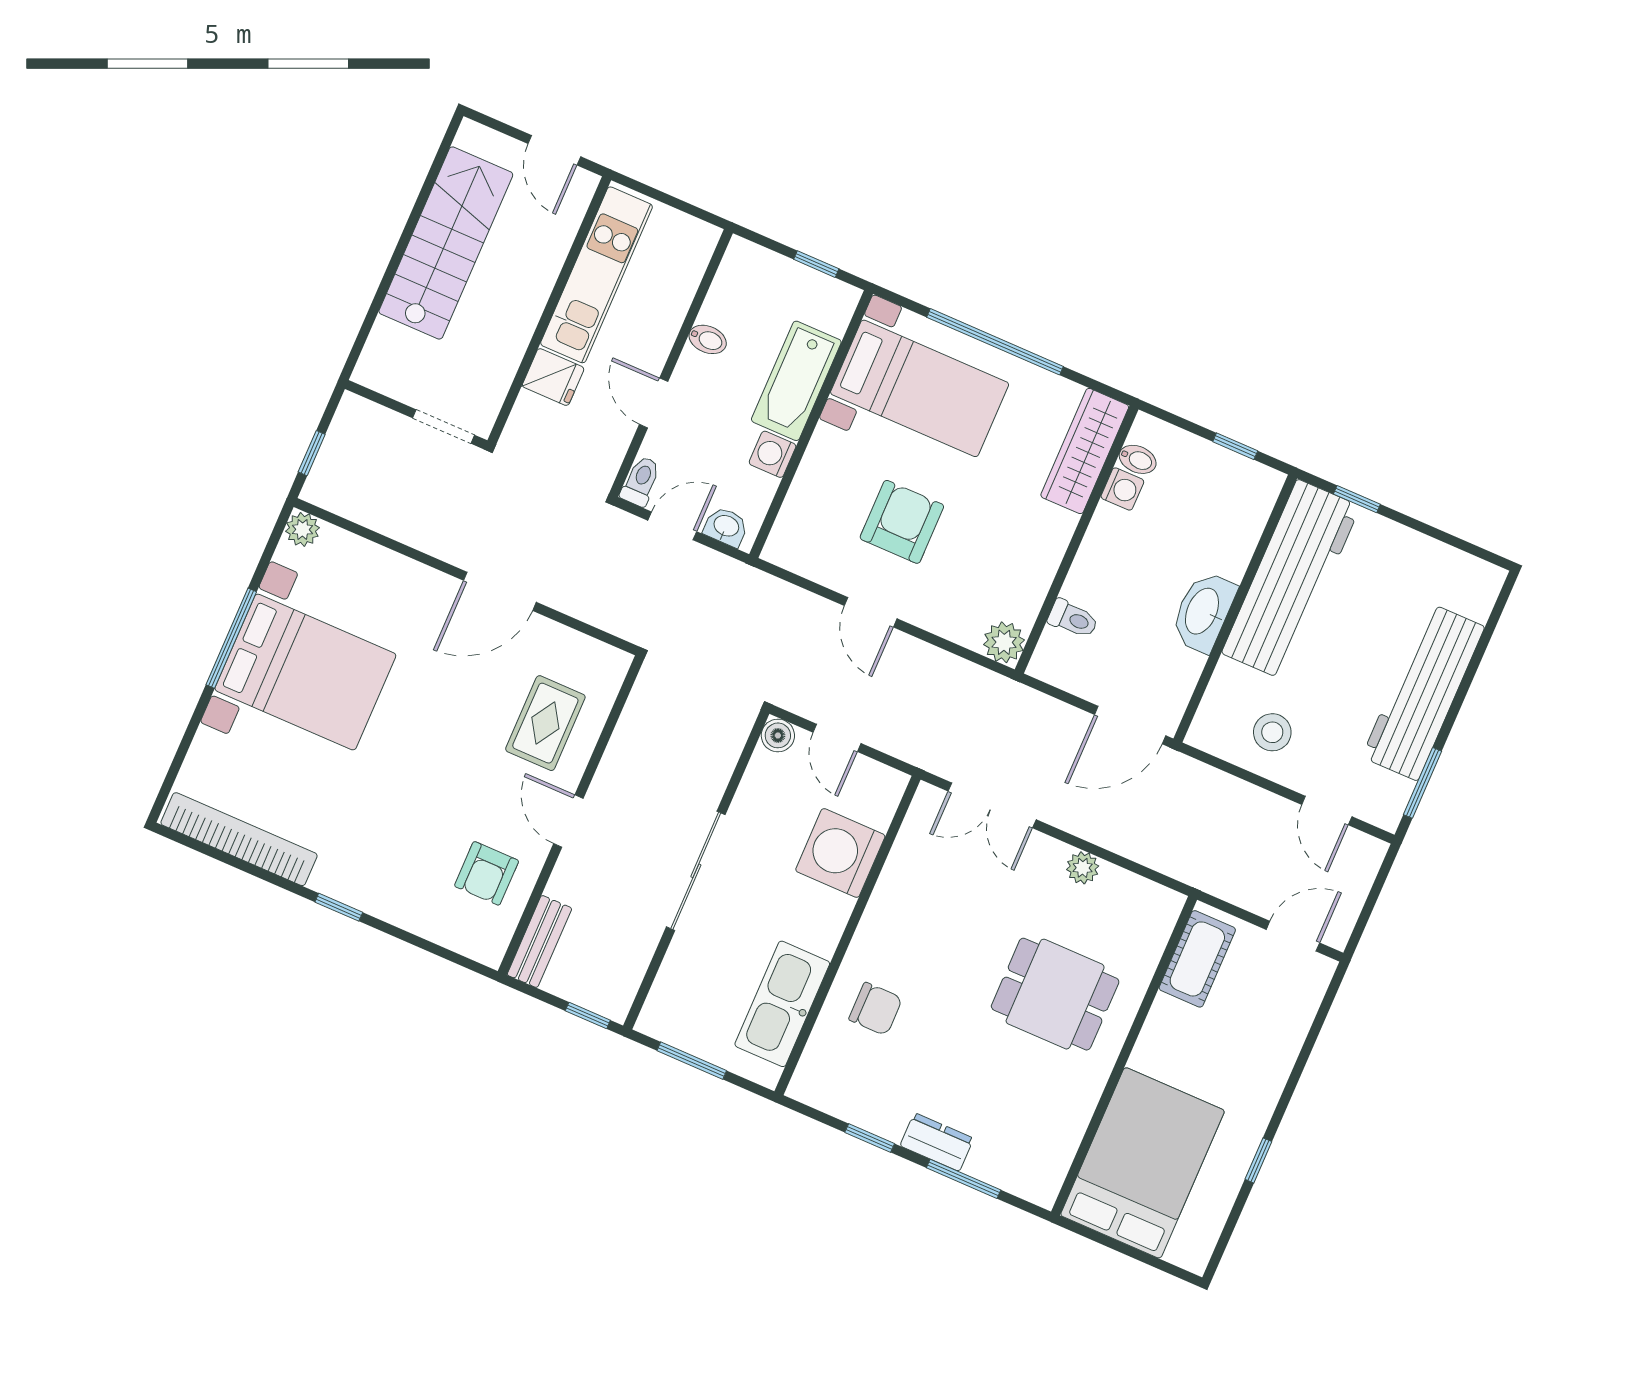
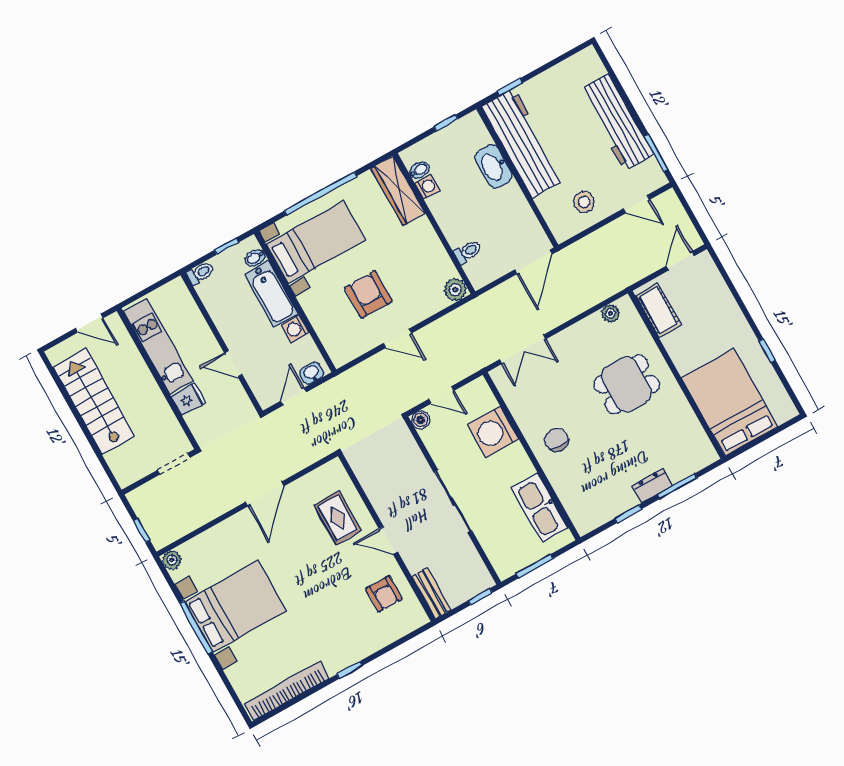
bidet: (708, 339) -> (255, 258), moved, turned 180
toilet: (641, 481) -> (200, 273), moved, turned 90
washbasin: (1203, 612) -> (494, 166), moved
plant: (1083, 868) -> (610, 313), moved
chair: (876, 1009) -> (556, 440), moved, turned -90

